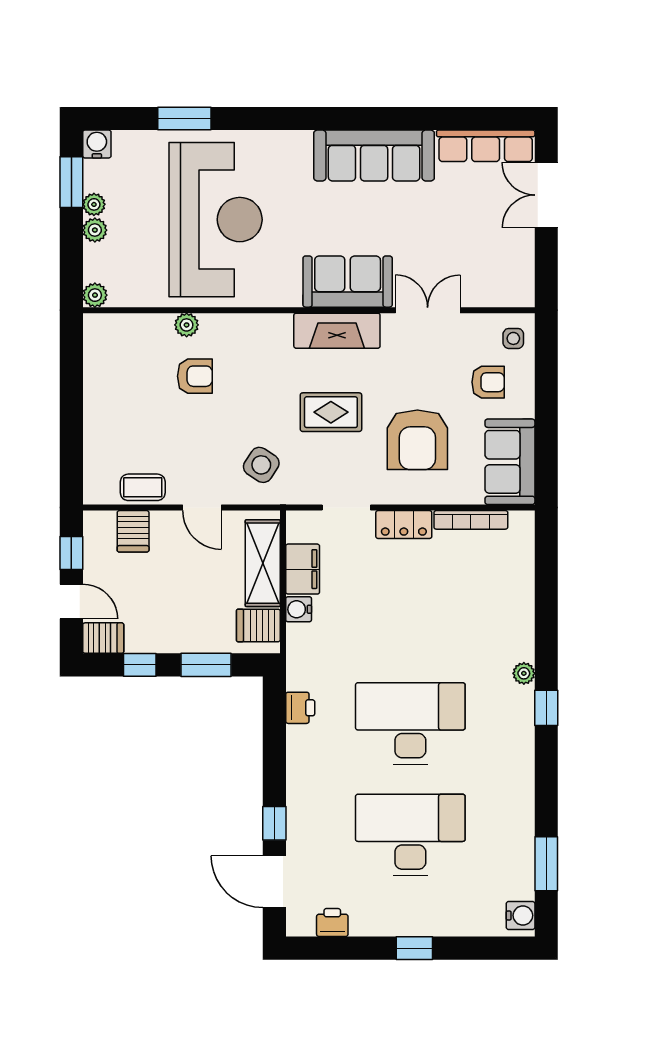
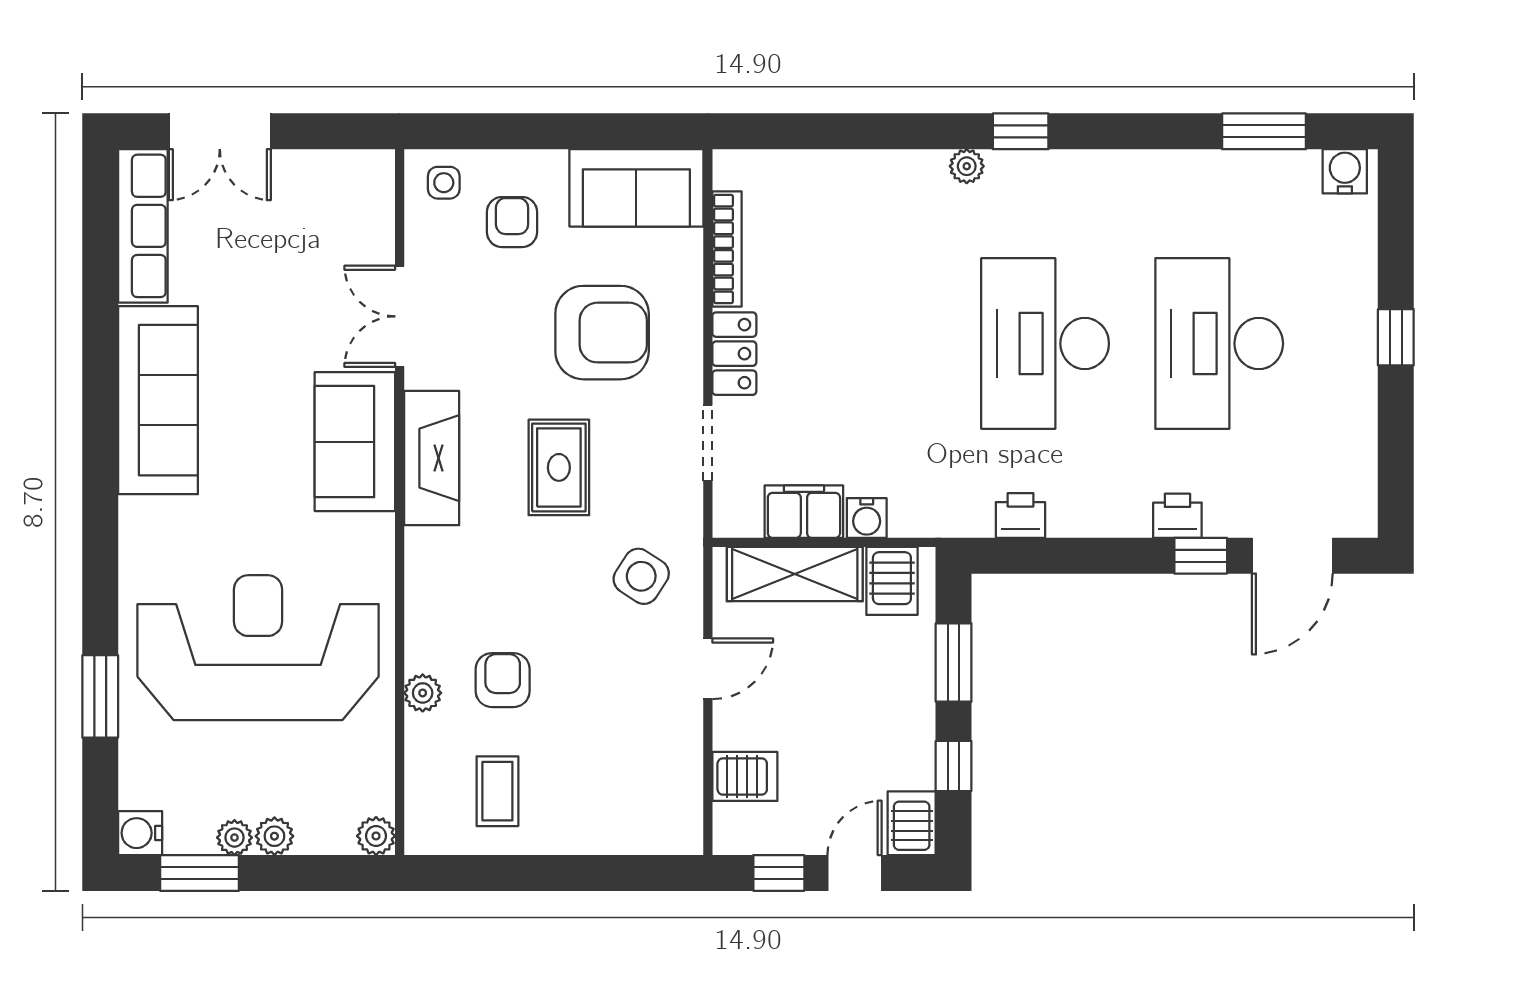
coffee table: (143, 487) -> (497, 791), moved
printer: (332, 923) -> (1177, 516), moved, turned 90

